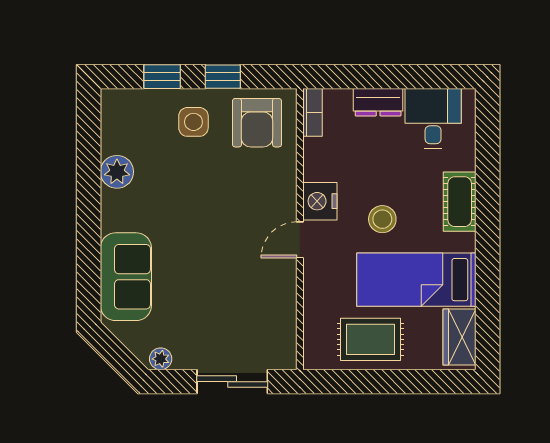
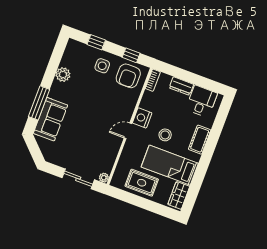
window: (223, 77) -> (131, 55), moved
window: (89, 251) -> (39, 103), added
plant: (161, 359) -> (104, 178), moved

